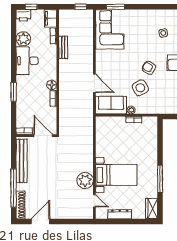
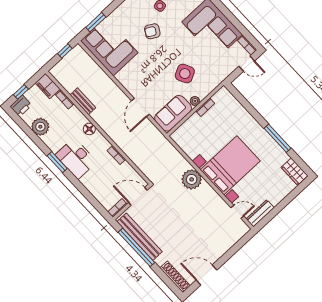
desk: (27, 61) -> (76, 158), moved
armchair: (149, 68) -> (152, 31), moved
door: (94, 83) -> (140, 108), swing flipped
floor lamp: (52, 85) -> (89, 129), moved
window: (14, 92) -> (57, 162), moved
bed with nightstands: (116, 175) -> (230, 165), width x1.36
plant: (85, 181) -> (192, 179), moved
window: (14, 188) -> (136, 247), moved
dresser: (120, 214) -> (260, 213), moved
door: (40, 222) -> (206, 275), hinge flipped

